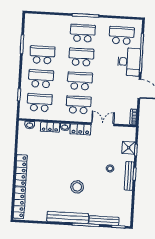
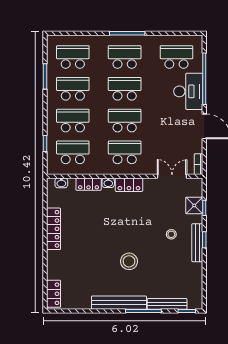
school desk: (44, 31) -> (73, 57), added
double door: (103, 124) -> (172, 176), moved
locker: (21, 170) -> (54, 229), moved
locker: (19, 203) -> (54, 294), width x0.66

